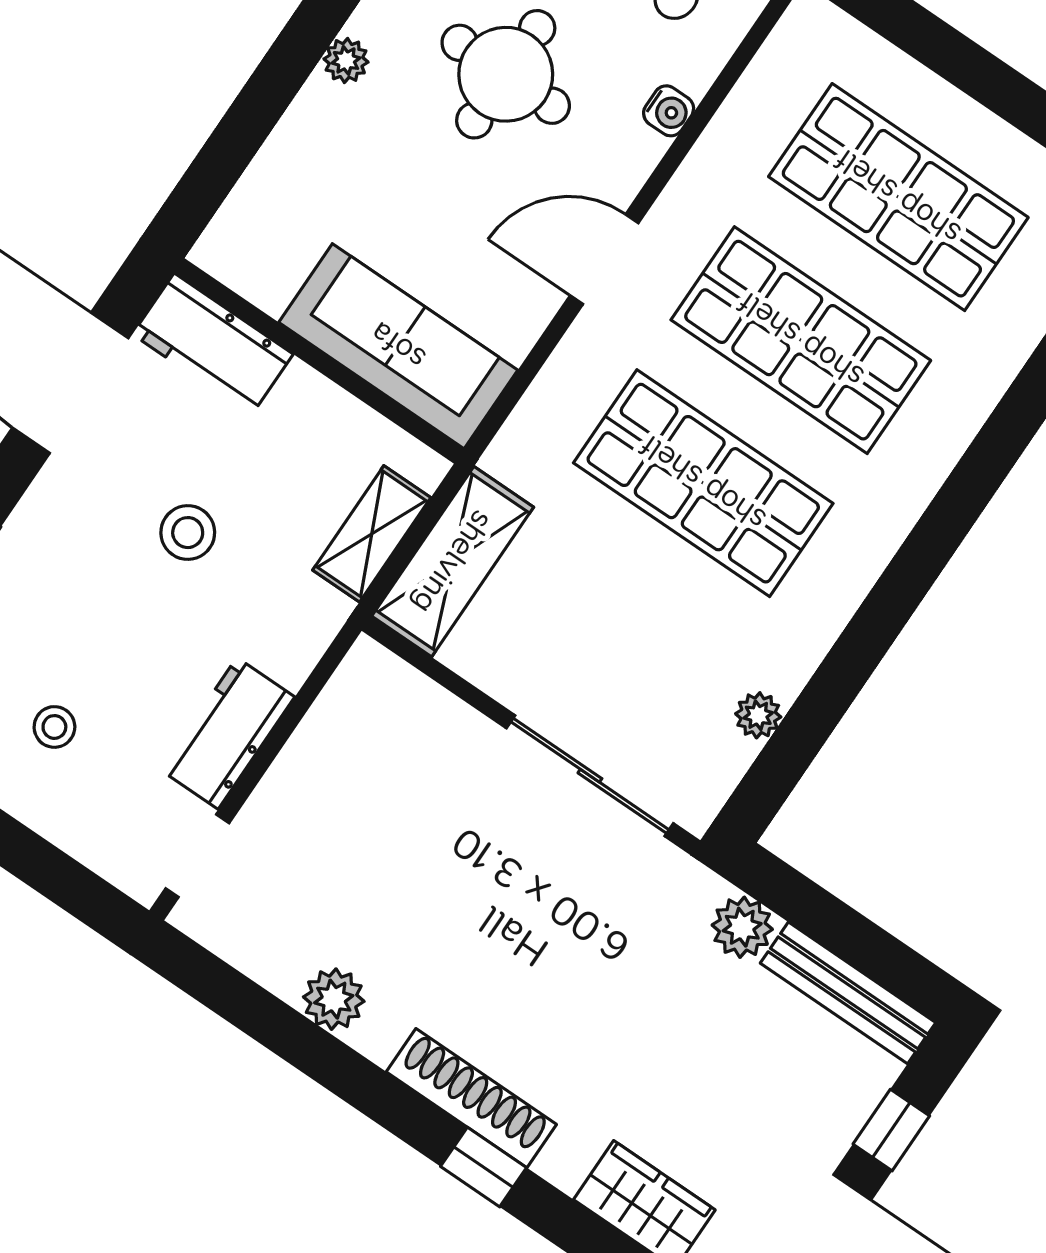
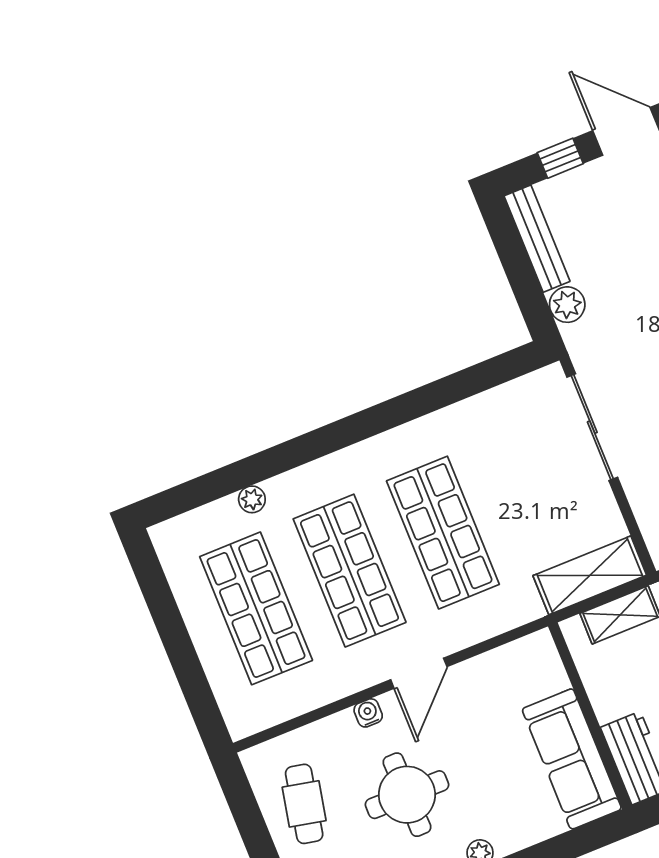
water cooler: (669, 111) -> (368, 713), moved
door: (604, 259) -> (419, 673), hinge flipped
sofa: (398, 346) -> (572, 759), moved
plant: (758, 715) -> (252, 499), moved

